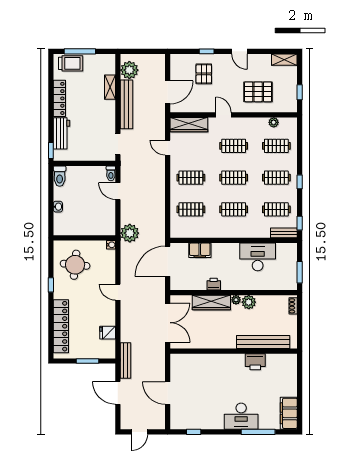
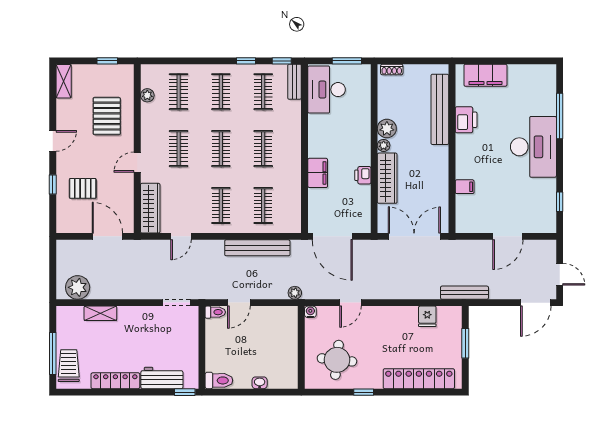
bench: (127, 104) -> (257, 248), moved
window: (300, 182) -> (246, 61), moved
plant: (130, 233) -> (295, 293), width x0.53, depth x0.53
filing cabinet: (200, 250) -> (318, 173), moved
desk: (258, 257) -> (326, 90), moved
door: (118, 292) -> (350, 303), moved
filing cabinet: (205, 361) -> (465, 187), added
door: (118, 393) -> (536, 303), moved
filing cabinet: (289, 413) -> (485, 75), moved
desk: (241, 416) -> (533, 147), width x1.36, depth x1.30

